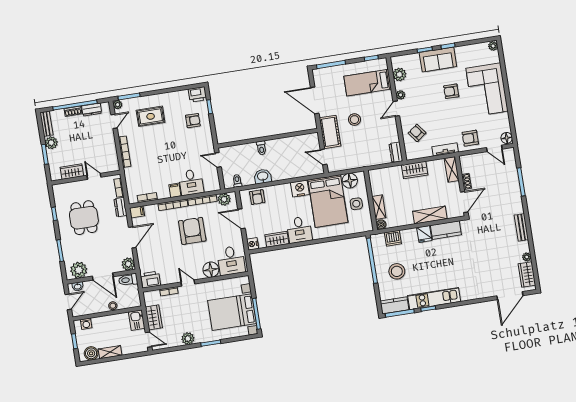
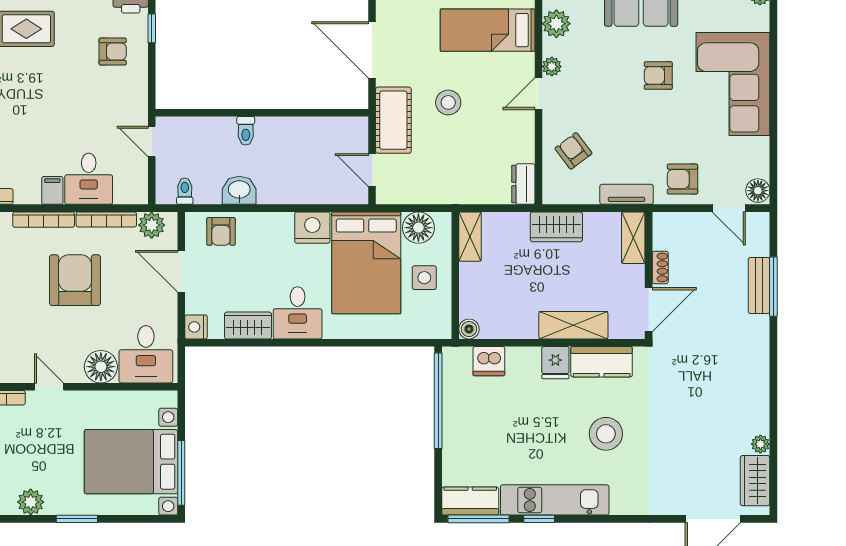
shelving: (379, 207) -> (470, 237), moved
bench: (521, 227) -> (759, 285), moved
stool: (397, 271) -> (606, 434), moved

